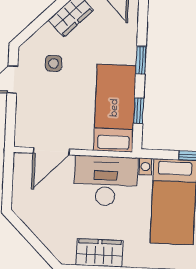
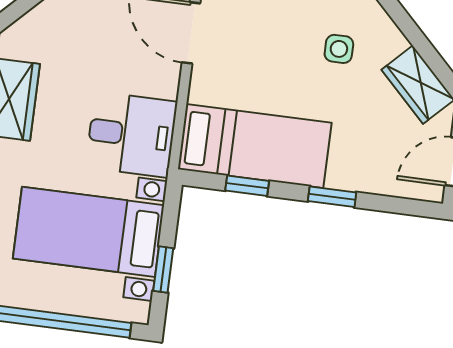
desk: (106, 181) -> (131, 134), width x0.73

